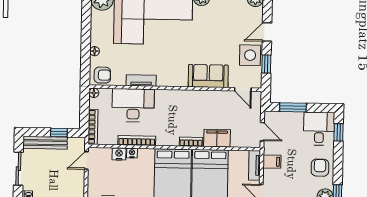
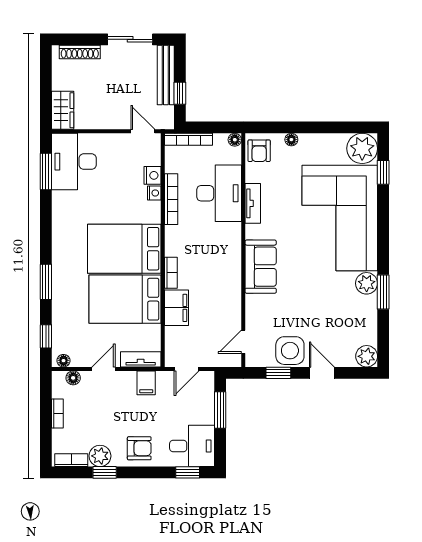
sofa: (208, 76) -> (261, 267), moved

